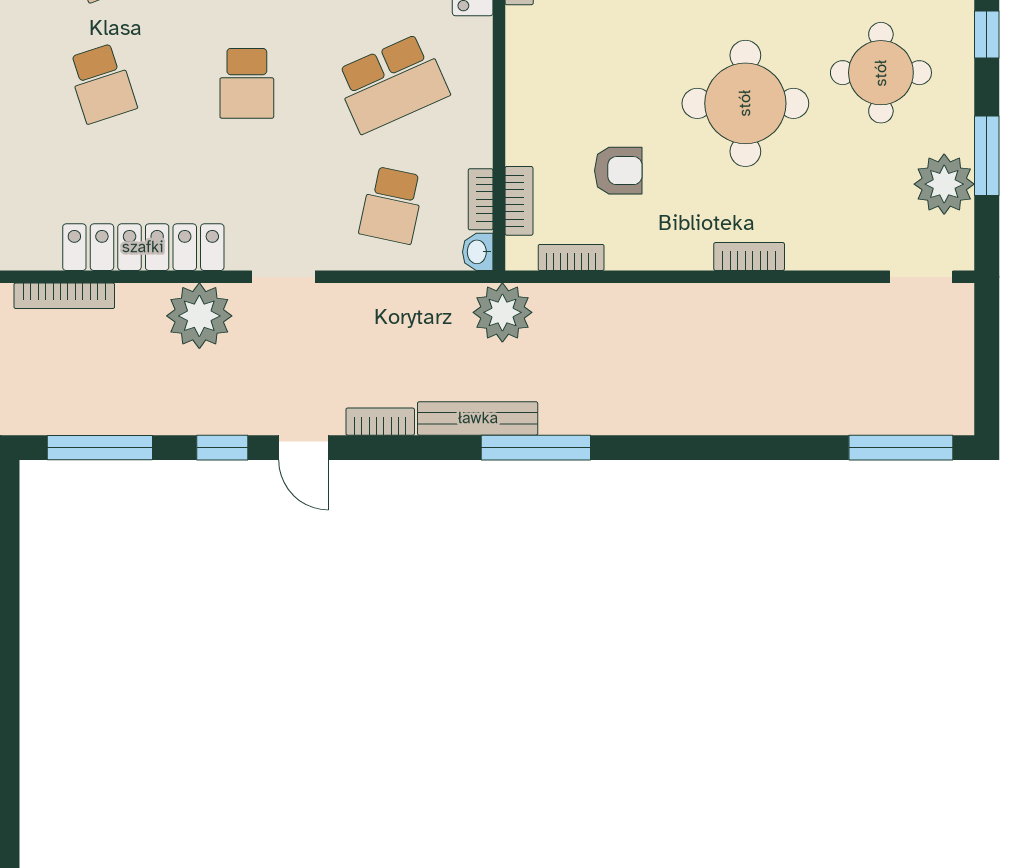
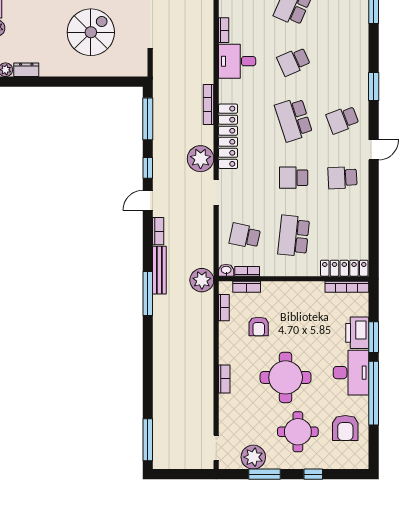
school desk: (102, 83) -> (294, 120), width x1.85
school desk: (392, 83) -> (294, 236), turned 30

